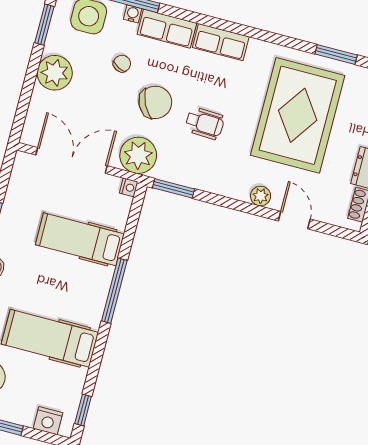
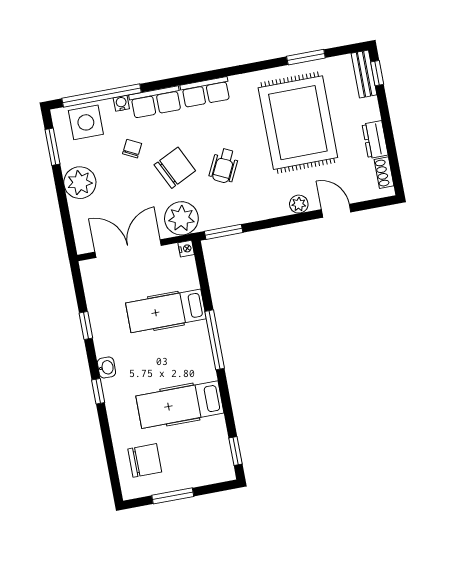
wheelchair: (205, 123) -> (224, 166), turned 113
nightstand: (48, 421) -> (211, 474), removed

